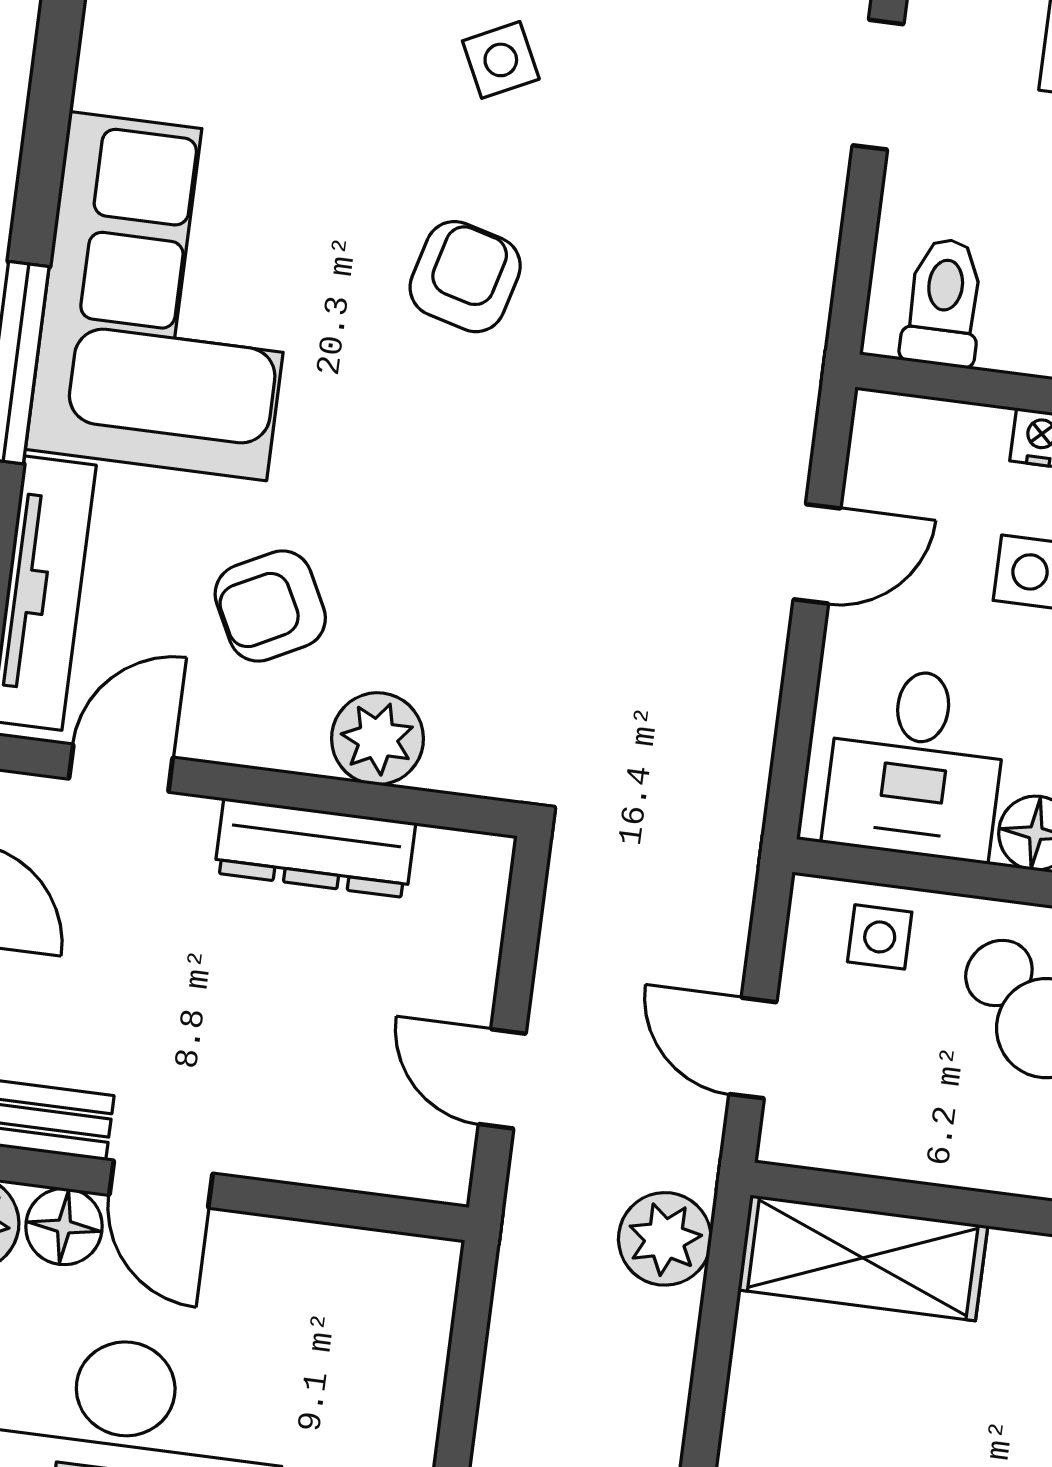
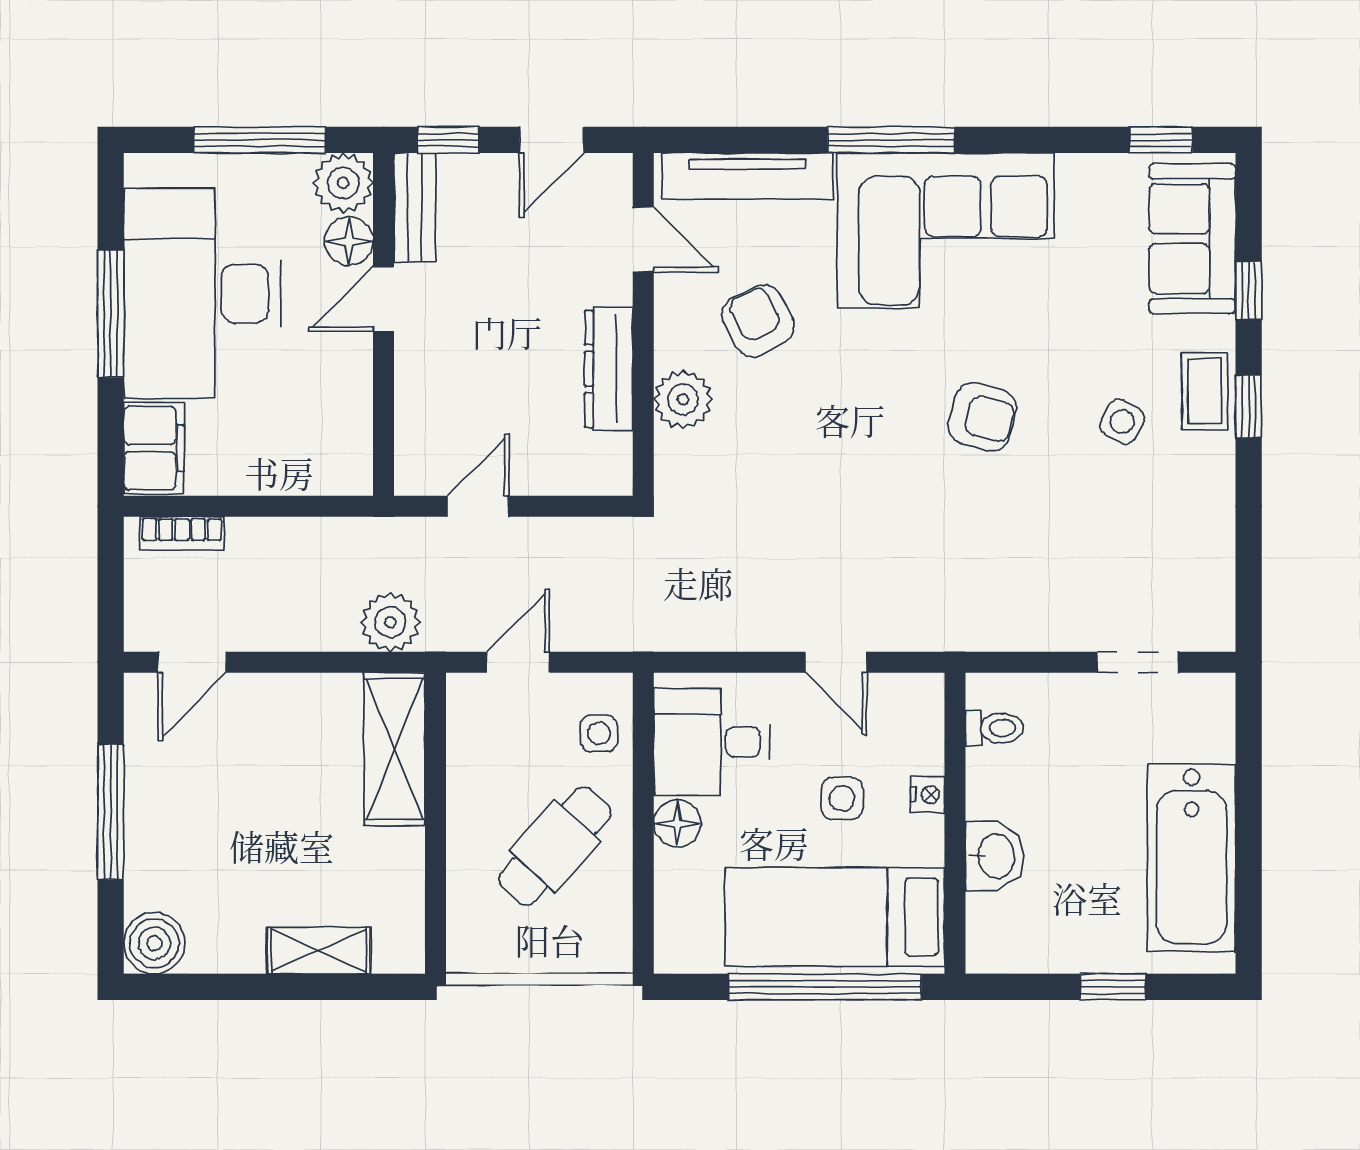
side table: (501, 60) -> (1122, 422), turned -35
toilet: (943, 302) -> (994, 728), width x0.73, depth x0.72

